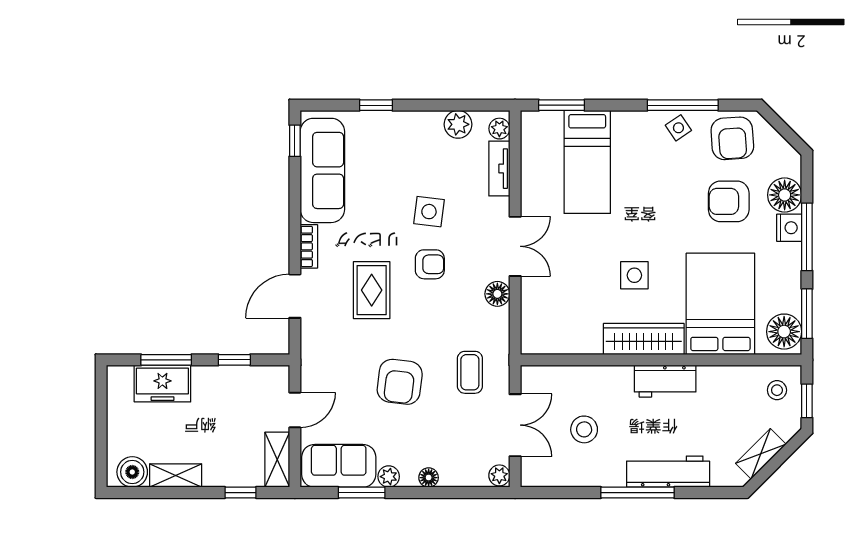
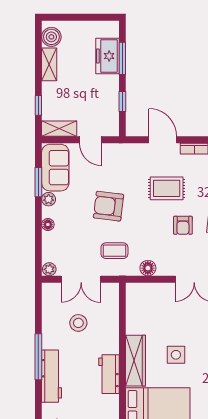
floor lamp: (497, 294) -> (148, 268), moved

